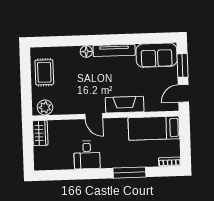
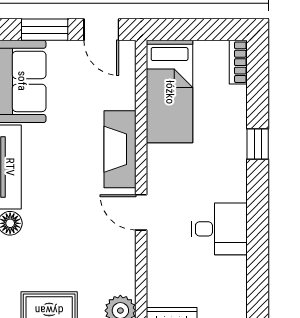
door: (94, 116) -> (141, 212), swing flipped
window: (129, 173) -> (258, 144), width x0.46

